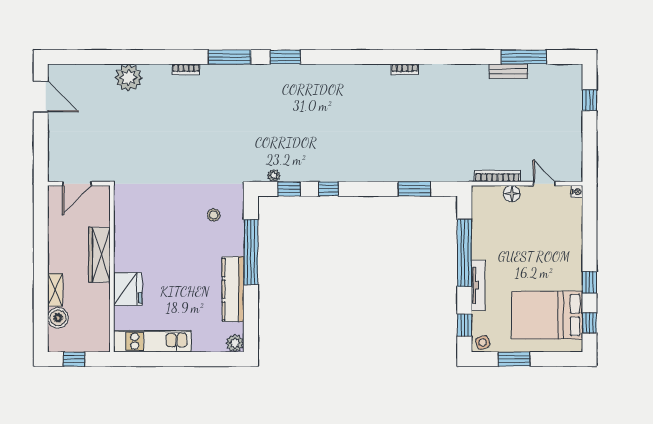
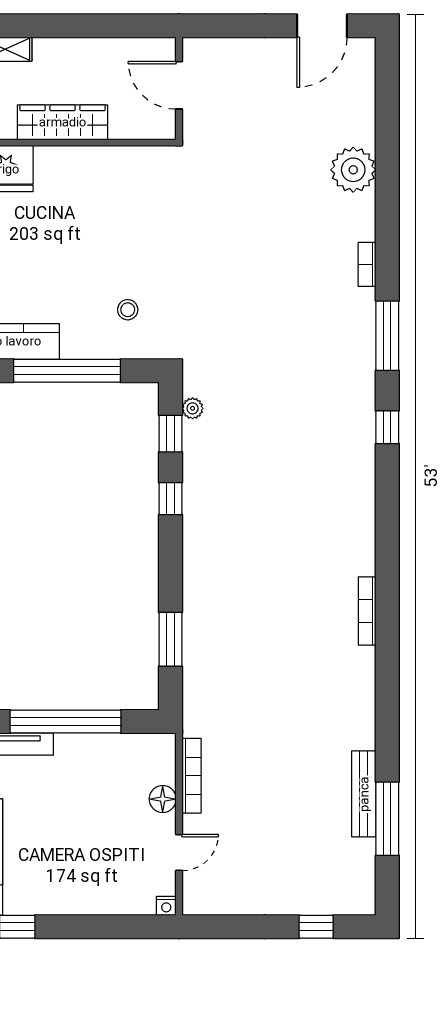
window: (285, 57) -> (387, 427), width x0.67
bookcase: (405, 69) -> (367, 611), width x1.56
bench: (509, 71) -> (364, 794), width x1.36

